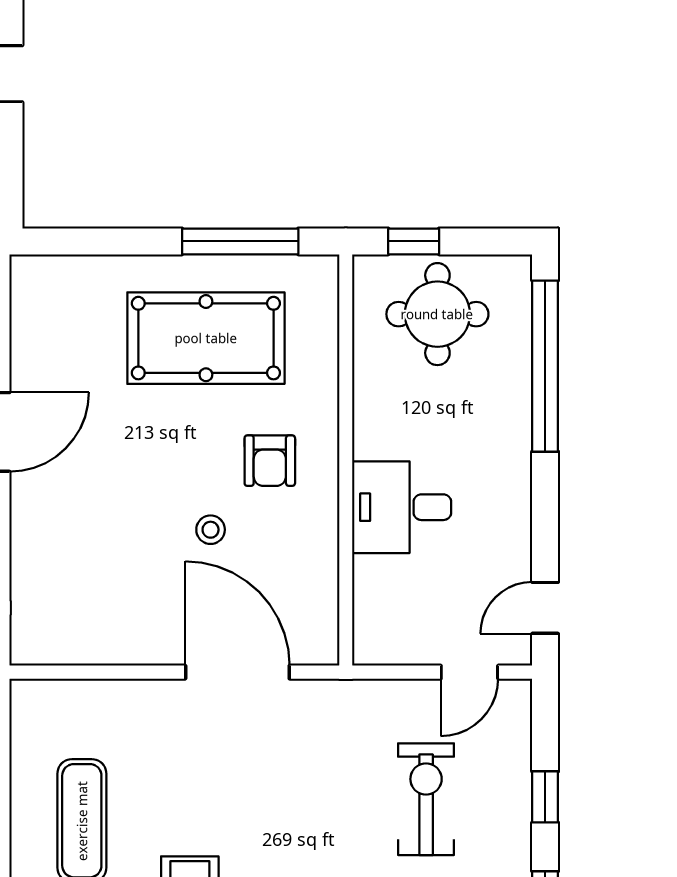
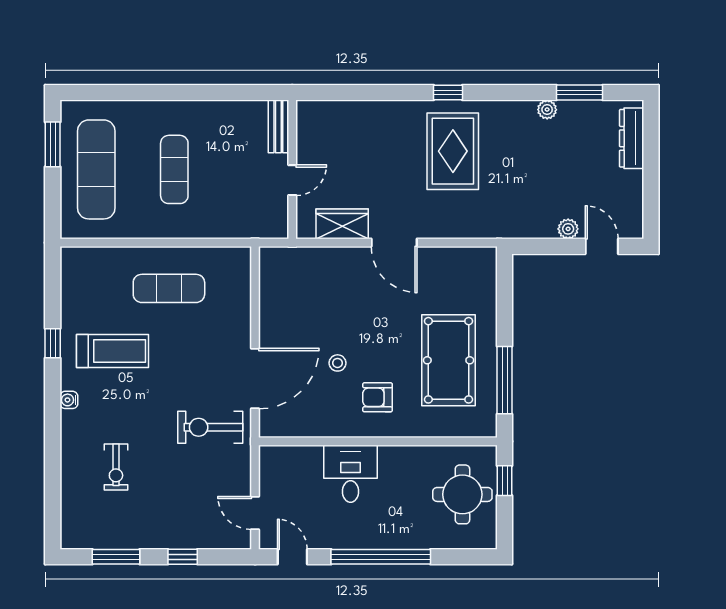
window: (545, 366) -> (381, 557), moved
exercise bike: (426, 799) -> (210, 427), moved, turned 180

